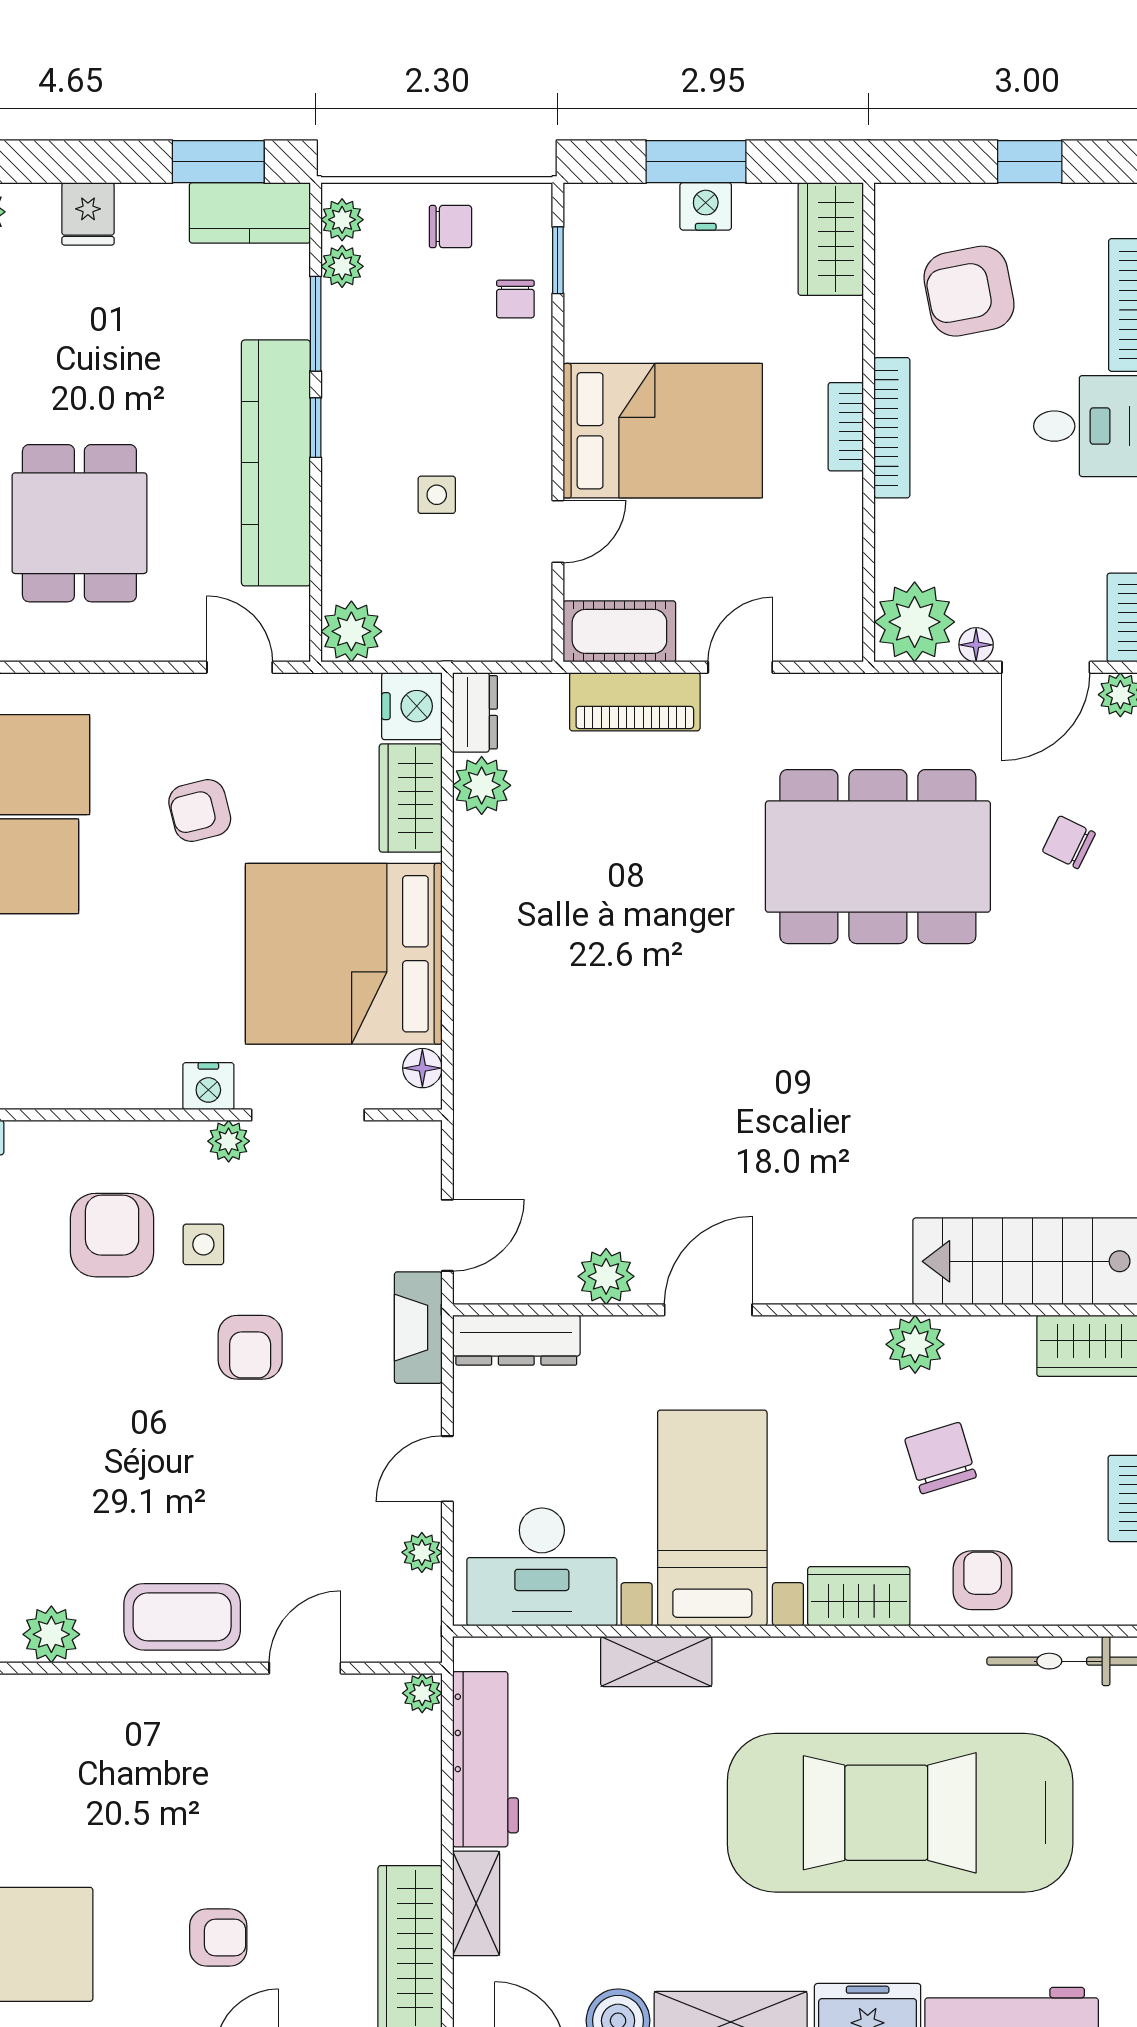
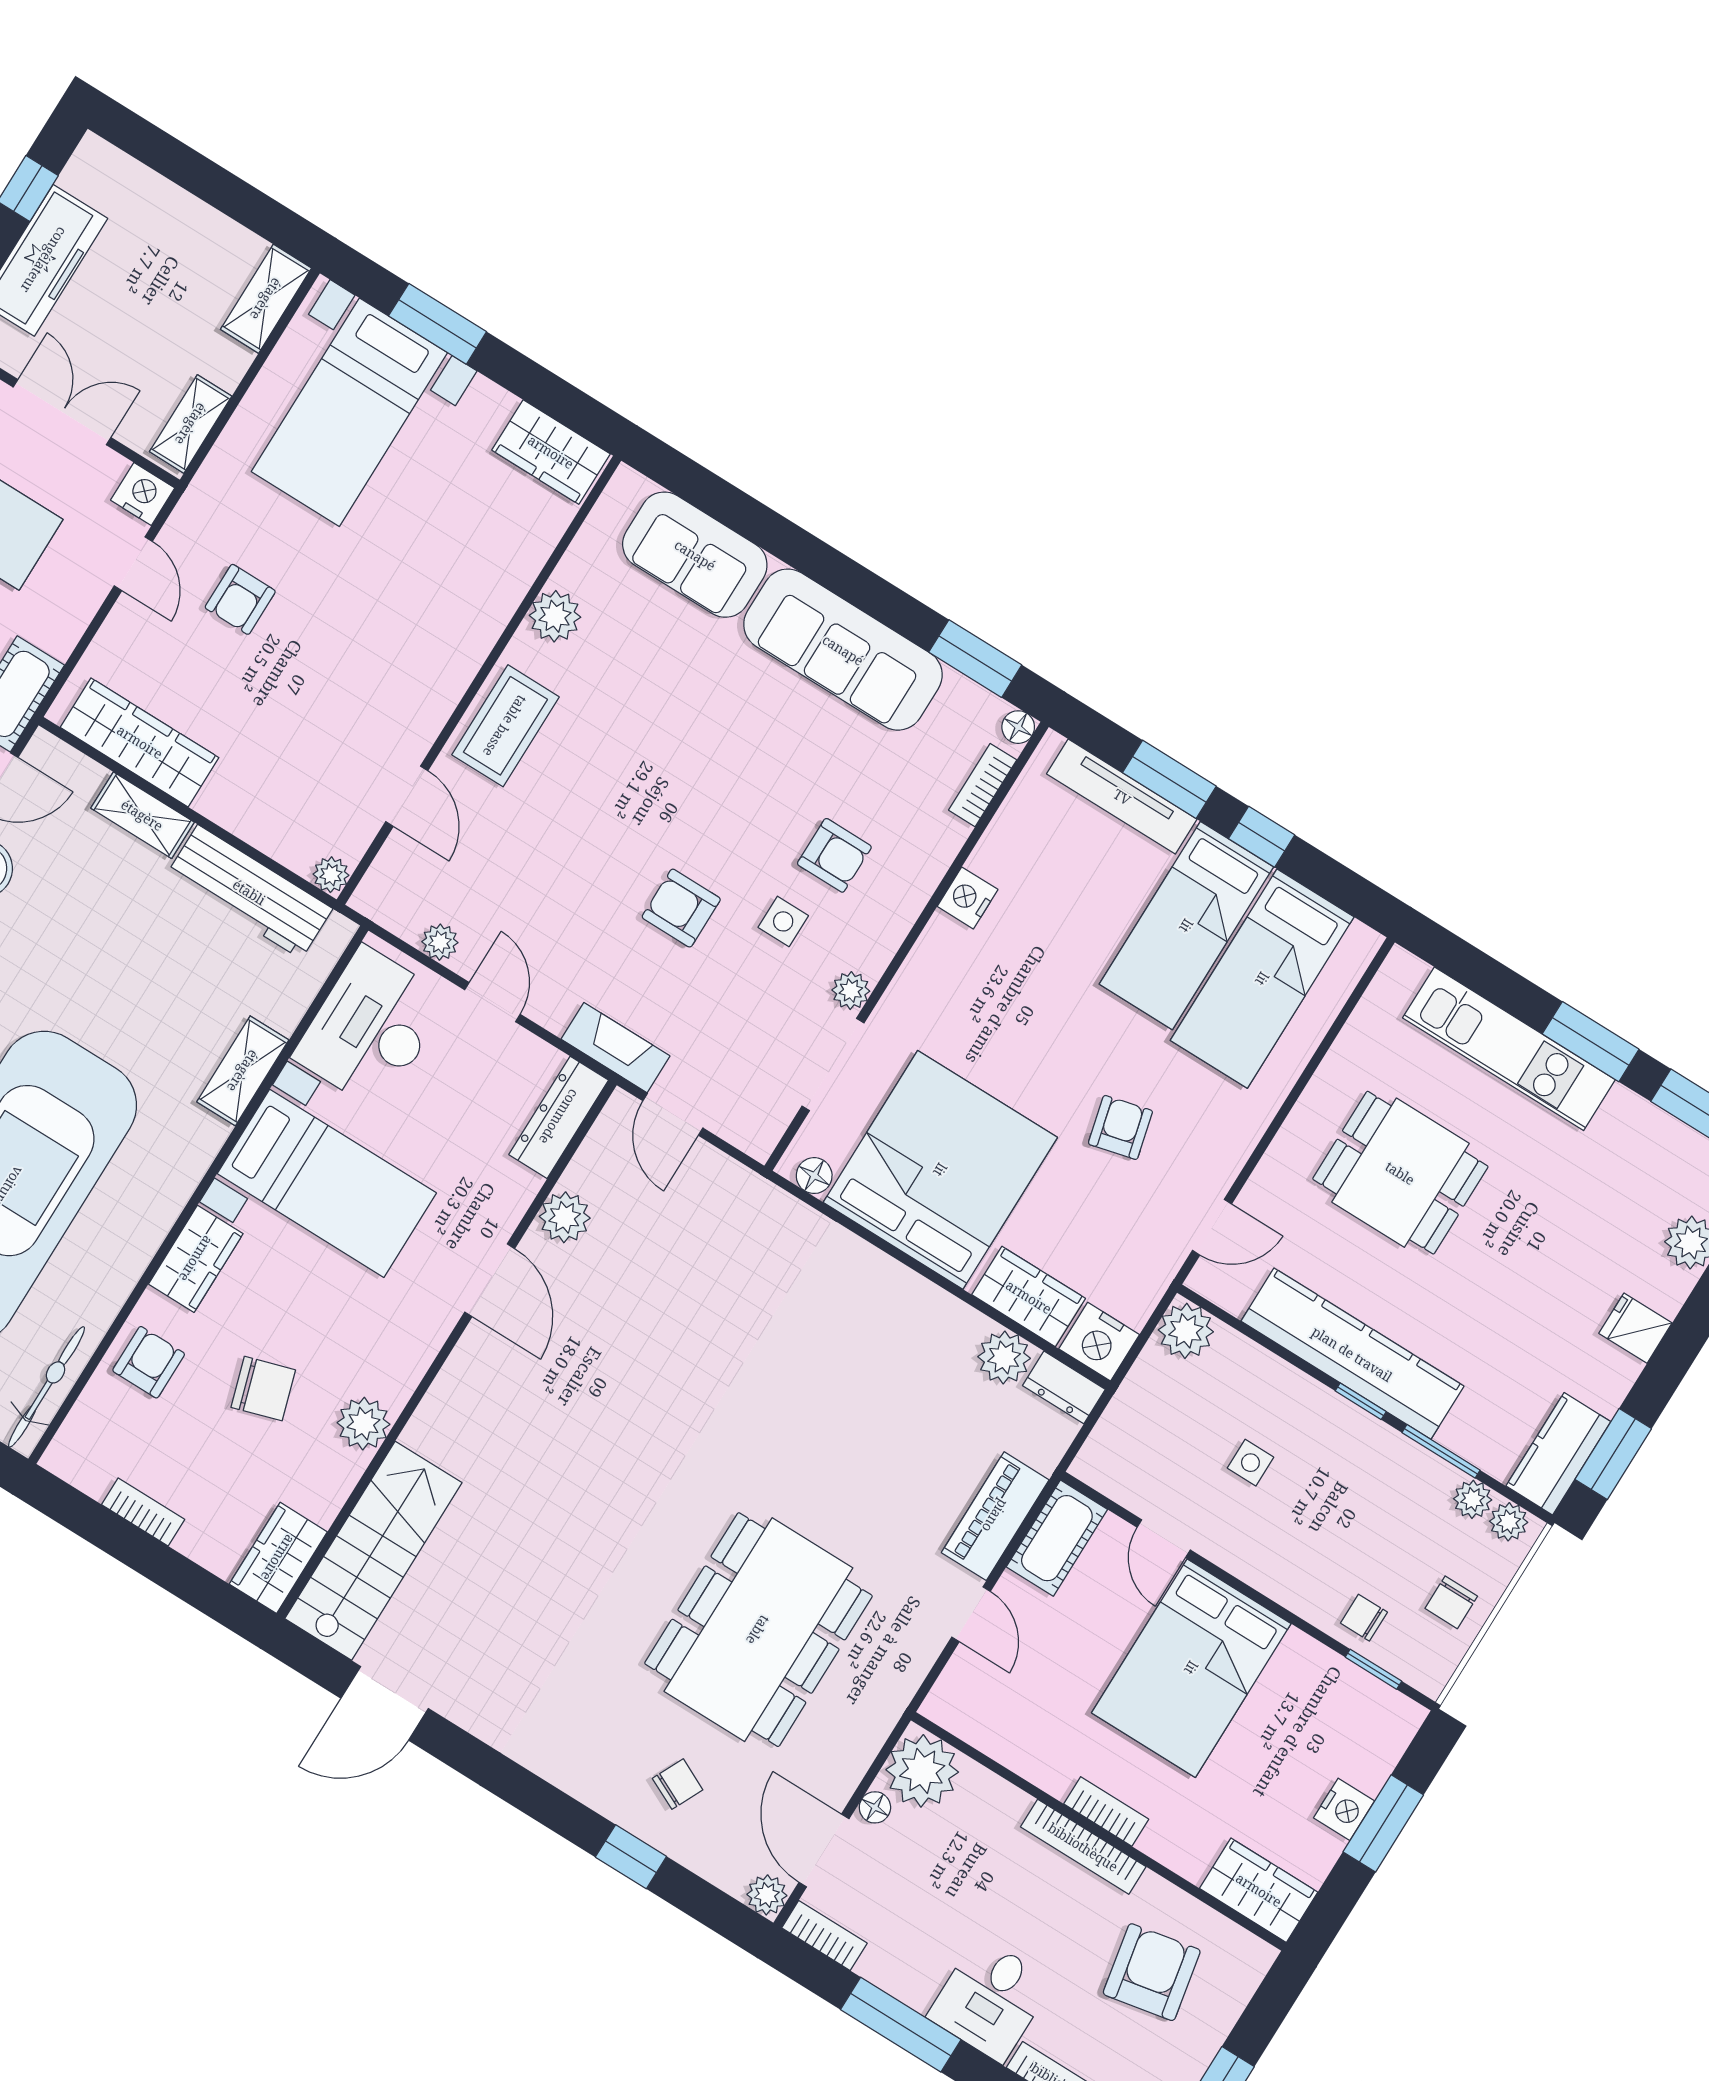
nightstand: (208, 1086) -> (968, 898), moved
armchair: (112, 1235) -> (834, 855), width x0.72, depth x0.72
armchair: (983, 1580) -> (149, 1362), turned -90

